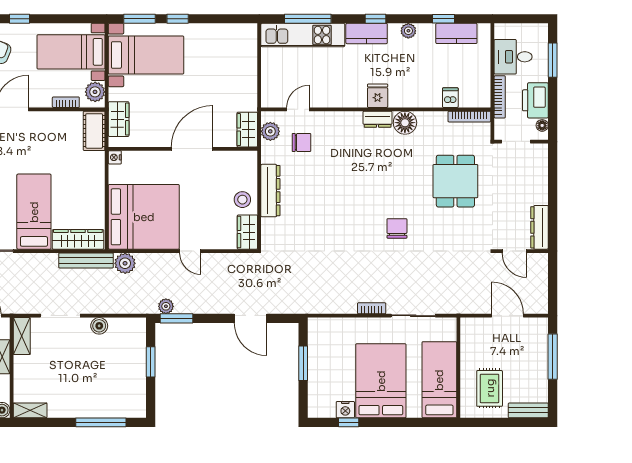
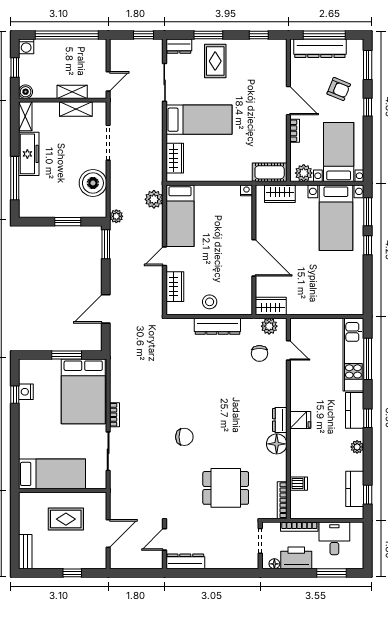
window: (444, 19) -> (368, 495), moved
bookcase: (66, 102) -> (295, 131), moved
bed: (144, 217) -> (180, 216), width x0.49
wardrobe: (247, 232) -> (175, 287), moved, turned 90
wardrobe: (78, 239) -> (175, 158), width x0.67
bench: (86, 260) -> (156, 165), removed
plant: (166, 306) -> (116, 216), moved
boiler: (99, 326) -> (93, 183), width x1.86, depth x1.86
shelving: (22, 336) -> (76, 109), moved
window: (553, 357) -> (72, 573), width x0.46
bed: (381, 381) -> (83, 391), moved, turned 90
rug: (490, 388) -> (66, 519), moved
freezer: (73, 406) -> (29, 154), added

